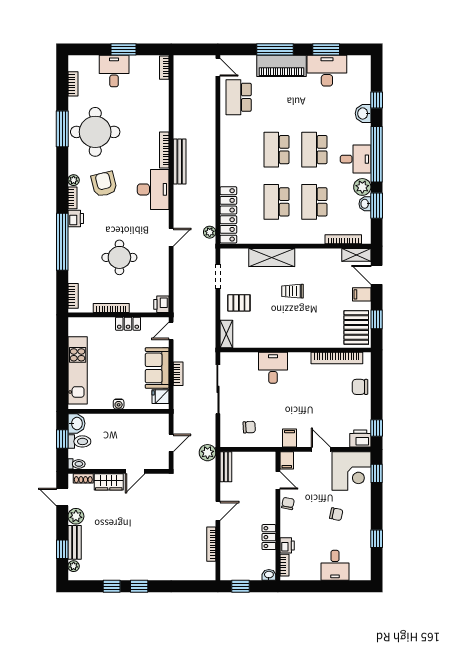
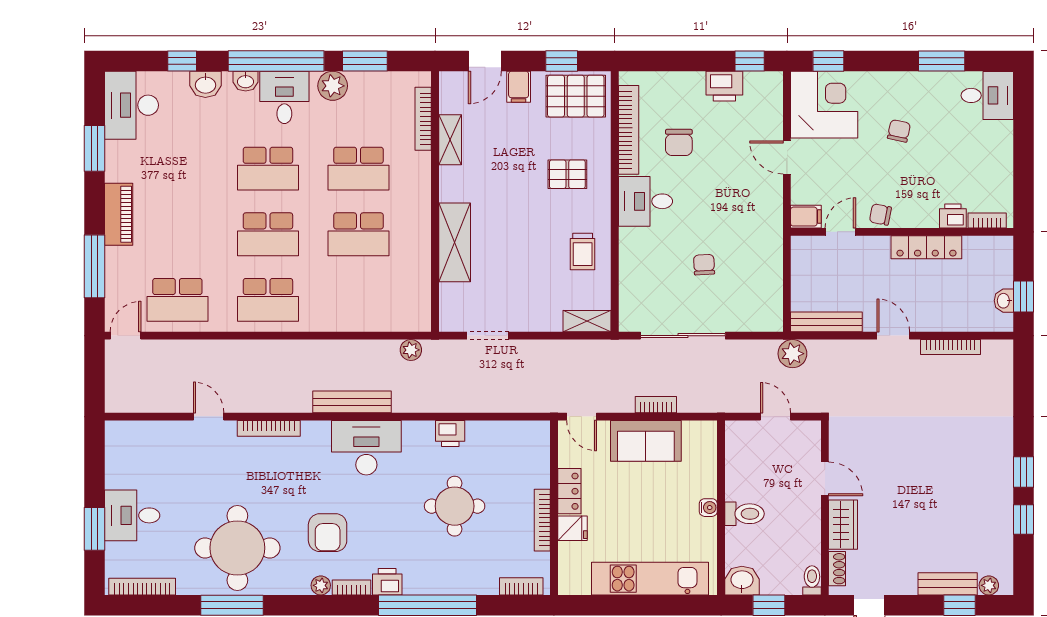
window: (123, 49) -> (95, 529), moved
window: (275, 49) -> (95, 266), moved
piano: (281, 66) -> (119, 214), width x0.73, depth x0.75
bookcase: (164, 68) -> (126, 429), removed
desk: (327, 71) -> (131, 105), moved
bookcase: (73, 84) -> (142, 587), width x1.56
school desk: (239, 150) -> (268, 300), added
bench: (180, 162) -> (352, 402), moved
armchair: (104, 184) -> (328, 533), turned -76
desk: (153, 189) -> (366, 448), moved
washbasin: (365, 204) -> (246, 81), moved
locker: (228, 215) -> (381, 318), removed
door: (171, 237) -> (209, 417), moved
shelving: (356, 255) -> (450, 140), moved
trolley: (293, 291) -> (583, 252), moved
pallet: (239, 303) -> (567, 174), moved, turned 90
printer: (161, 304) -> (450, 434), moved
desk: (273, 368) -> (645, 201), moved
chair: (360, 387) -> (679, 142), moved
fridge: (160, 397) -> (572, 528), moved, turned -90
chair: (249, 427) -> (704, 265), moved
filing cabinet: (290, 438) -> (767, 212), removed
printer: (360, 439) -> (724, 86), moved, turned -90
toilet: (79, 441) -> (744, 514), moved, turned 90
door: (321, 449) -> (787, 158), hinge flipped
bench: (226, 467) -> (826, 322), width x1.36
plant: (76, 516) -> (902, 581), removed
locker: (269, 537) -> (926, 247), width x1.53
window: (377, 539) -> (942, 61), width x1.50
desk: (335, 565) -> (987, 95), moved
washbasin: (269, 575) -> (1004, 301), moved

